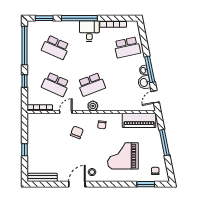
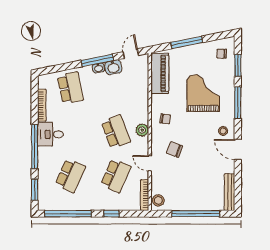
door: (155, 97) -> (131, 54), swing flipped
stool: (35, 119) -> (158, 200), added
window: (24, 150) -> (196, 214), width x3.17
grand piano: (123, 156) -> (203, 93), turned 180
window: (115, 184) -> (238, 103), added

